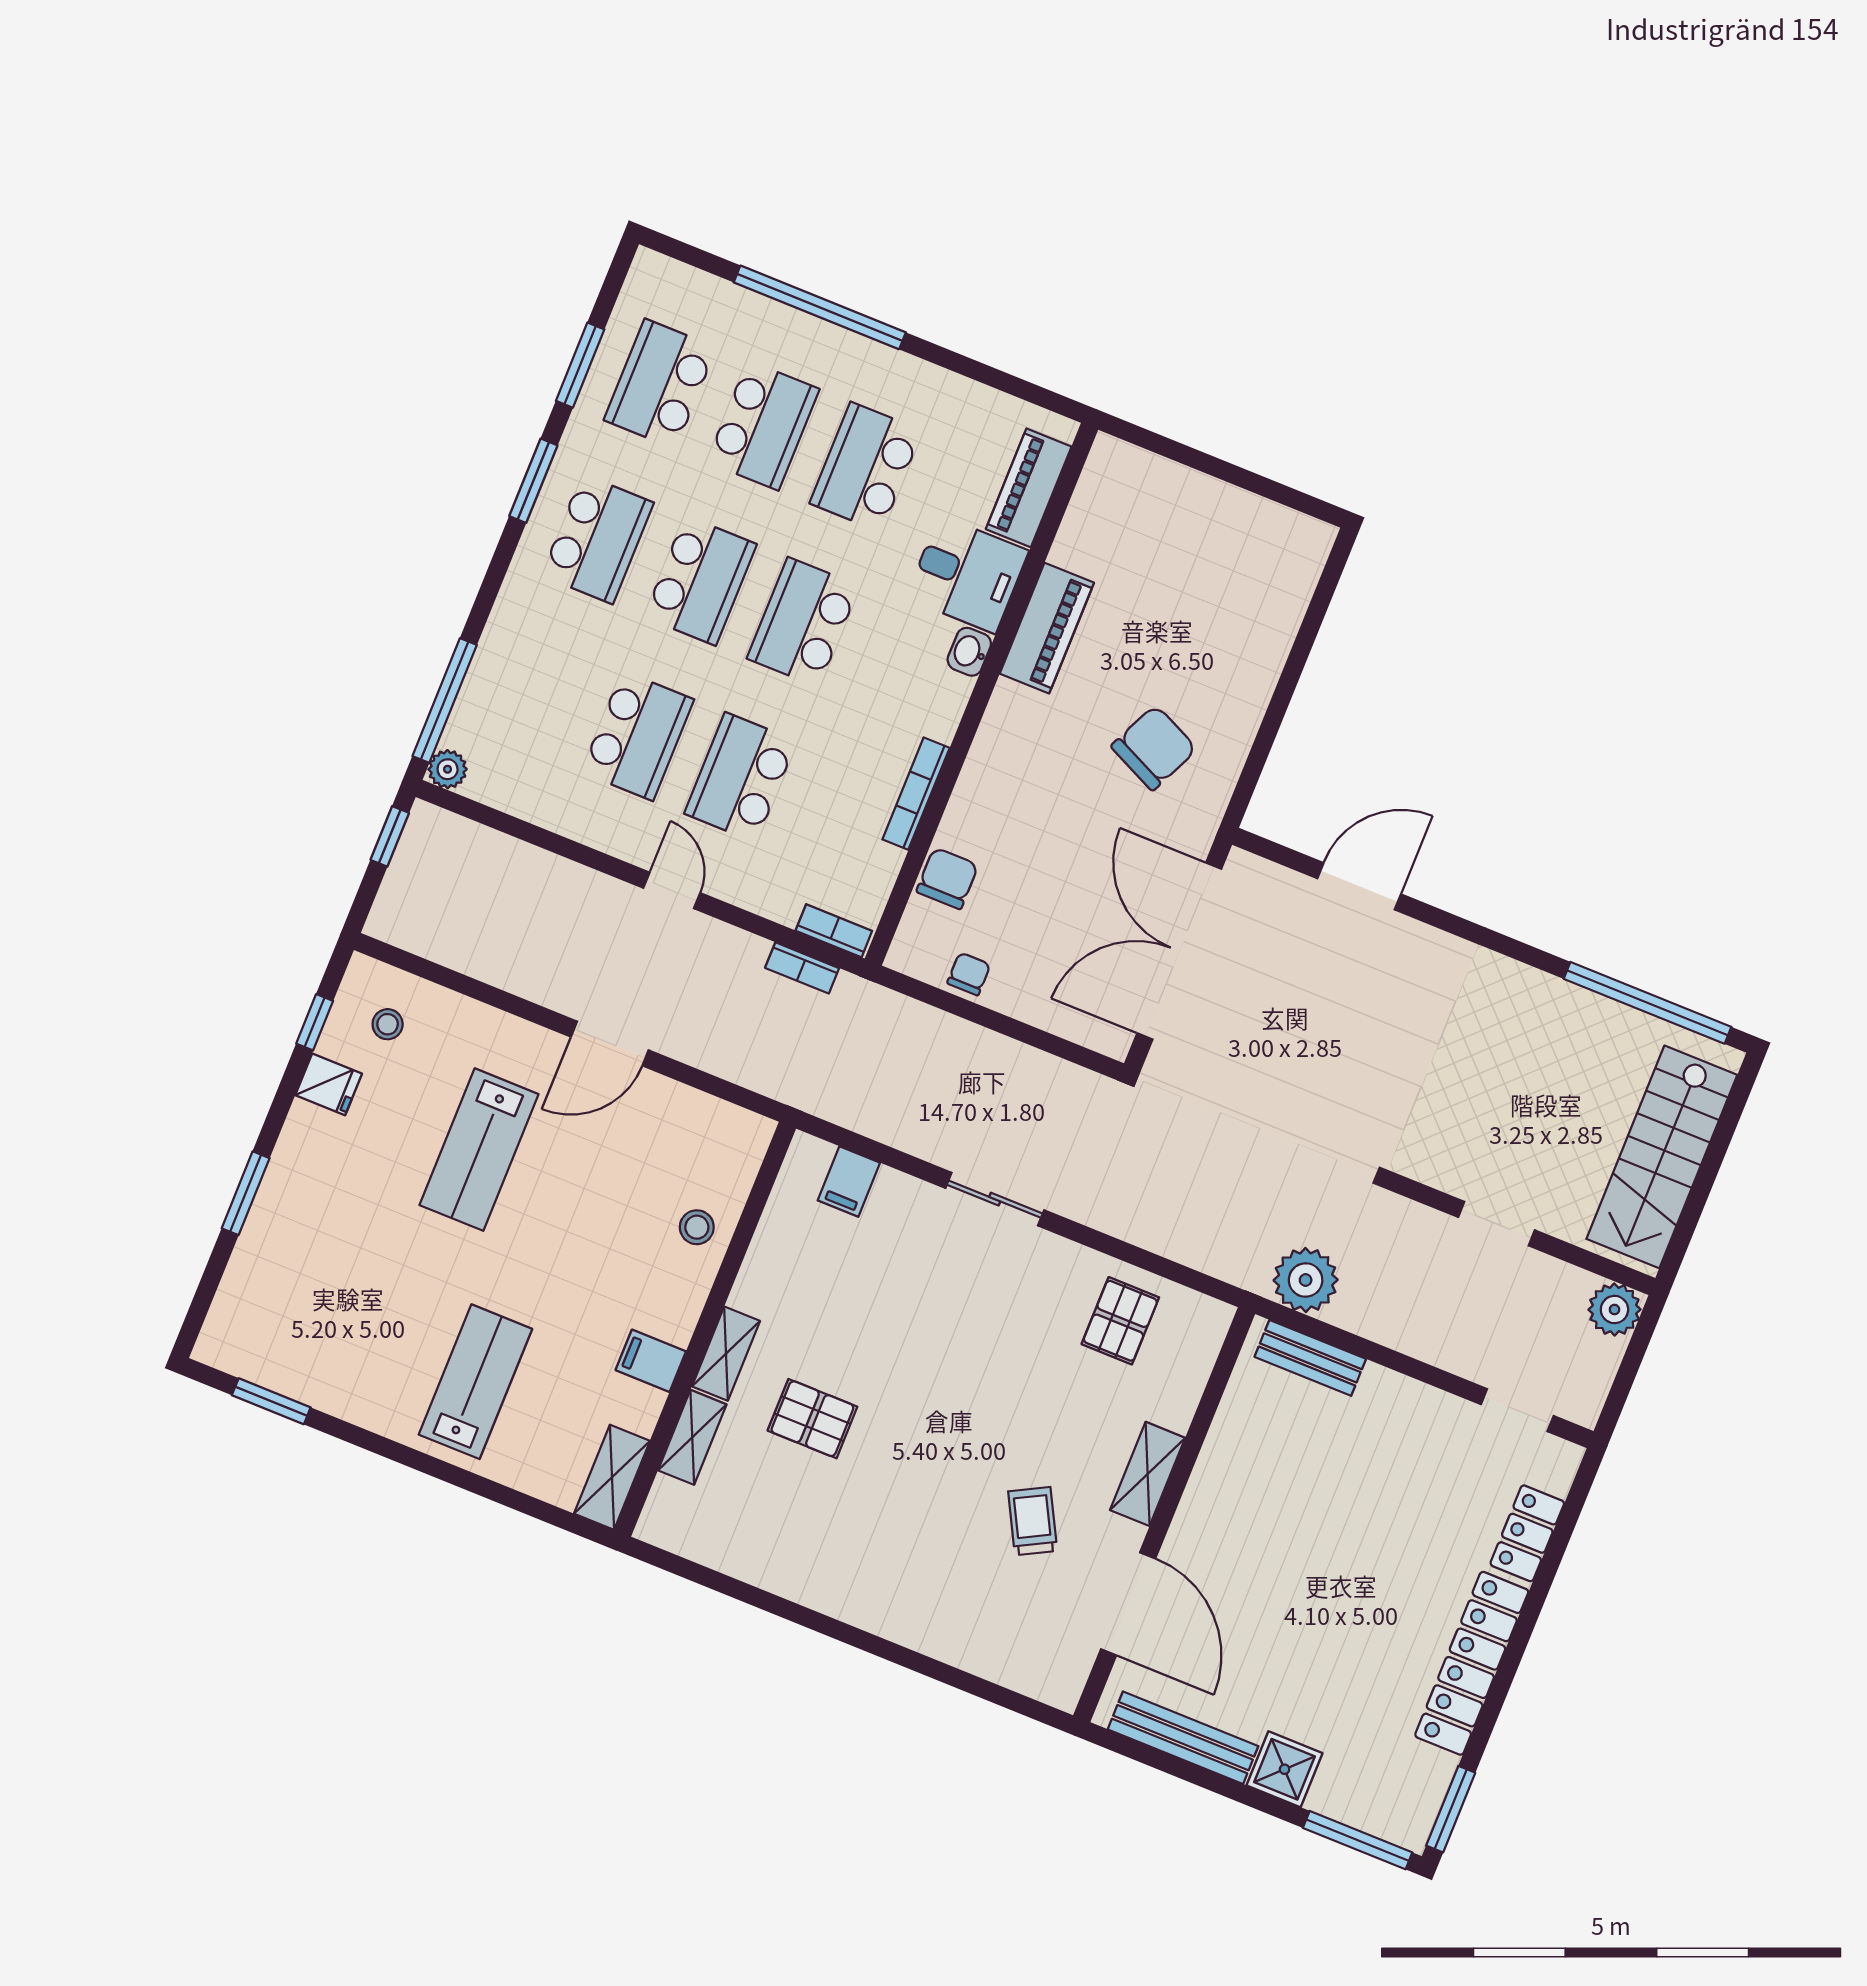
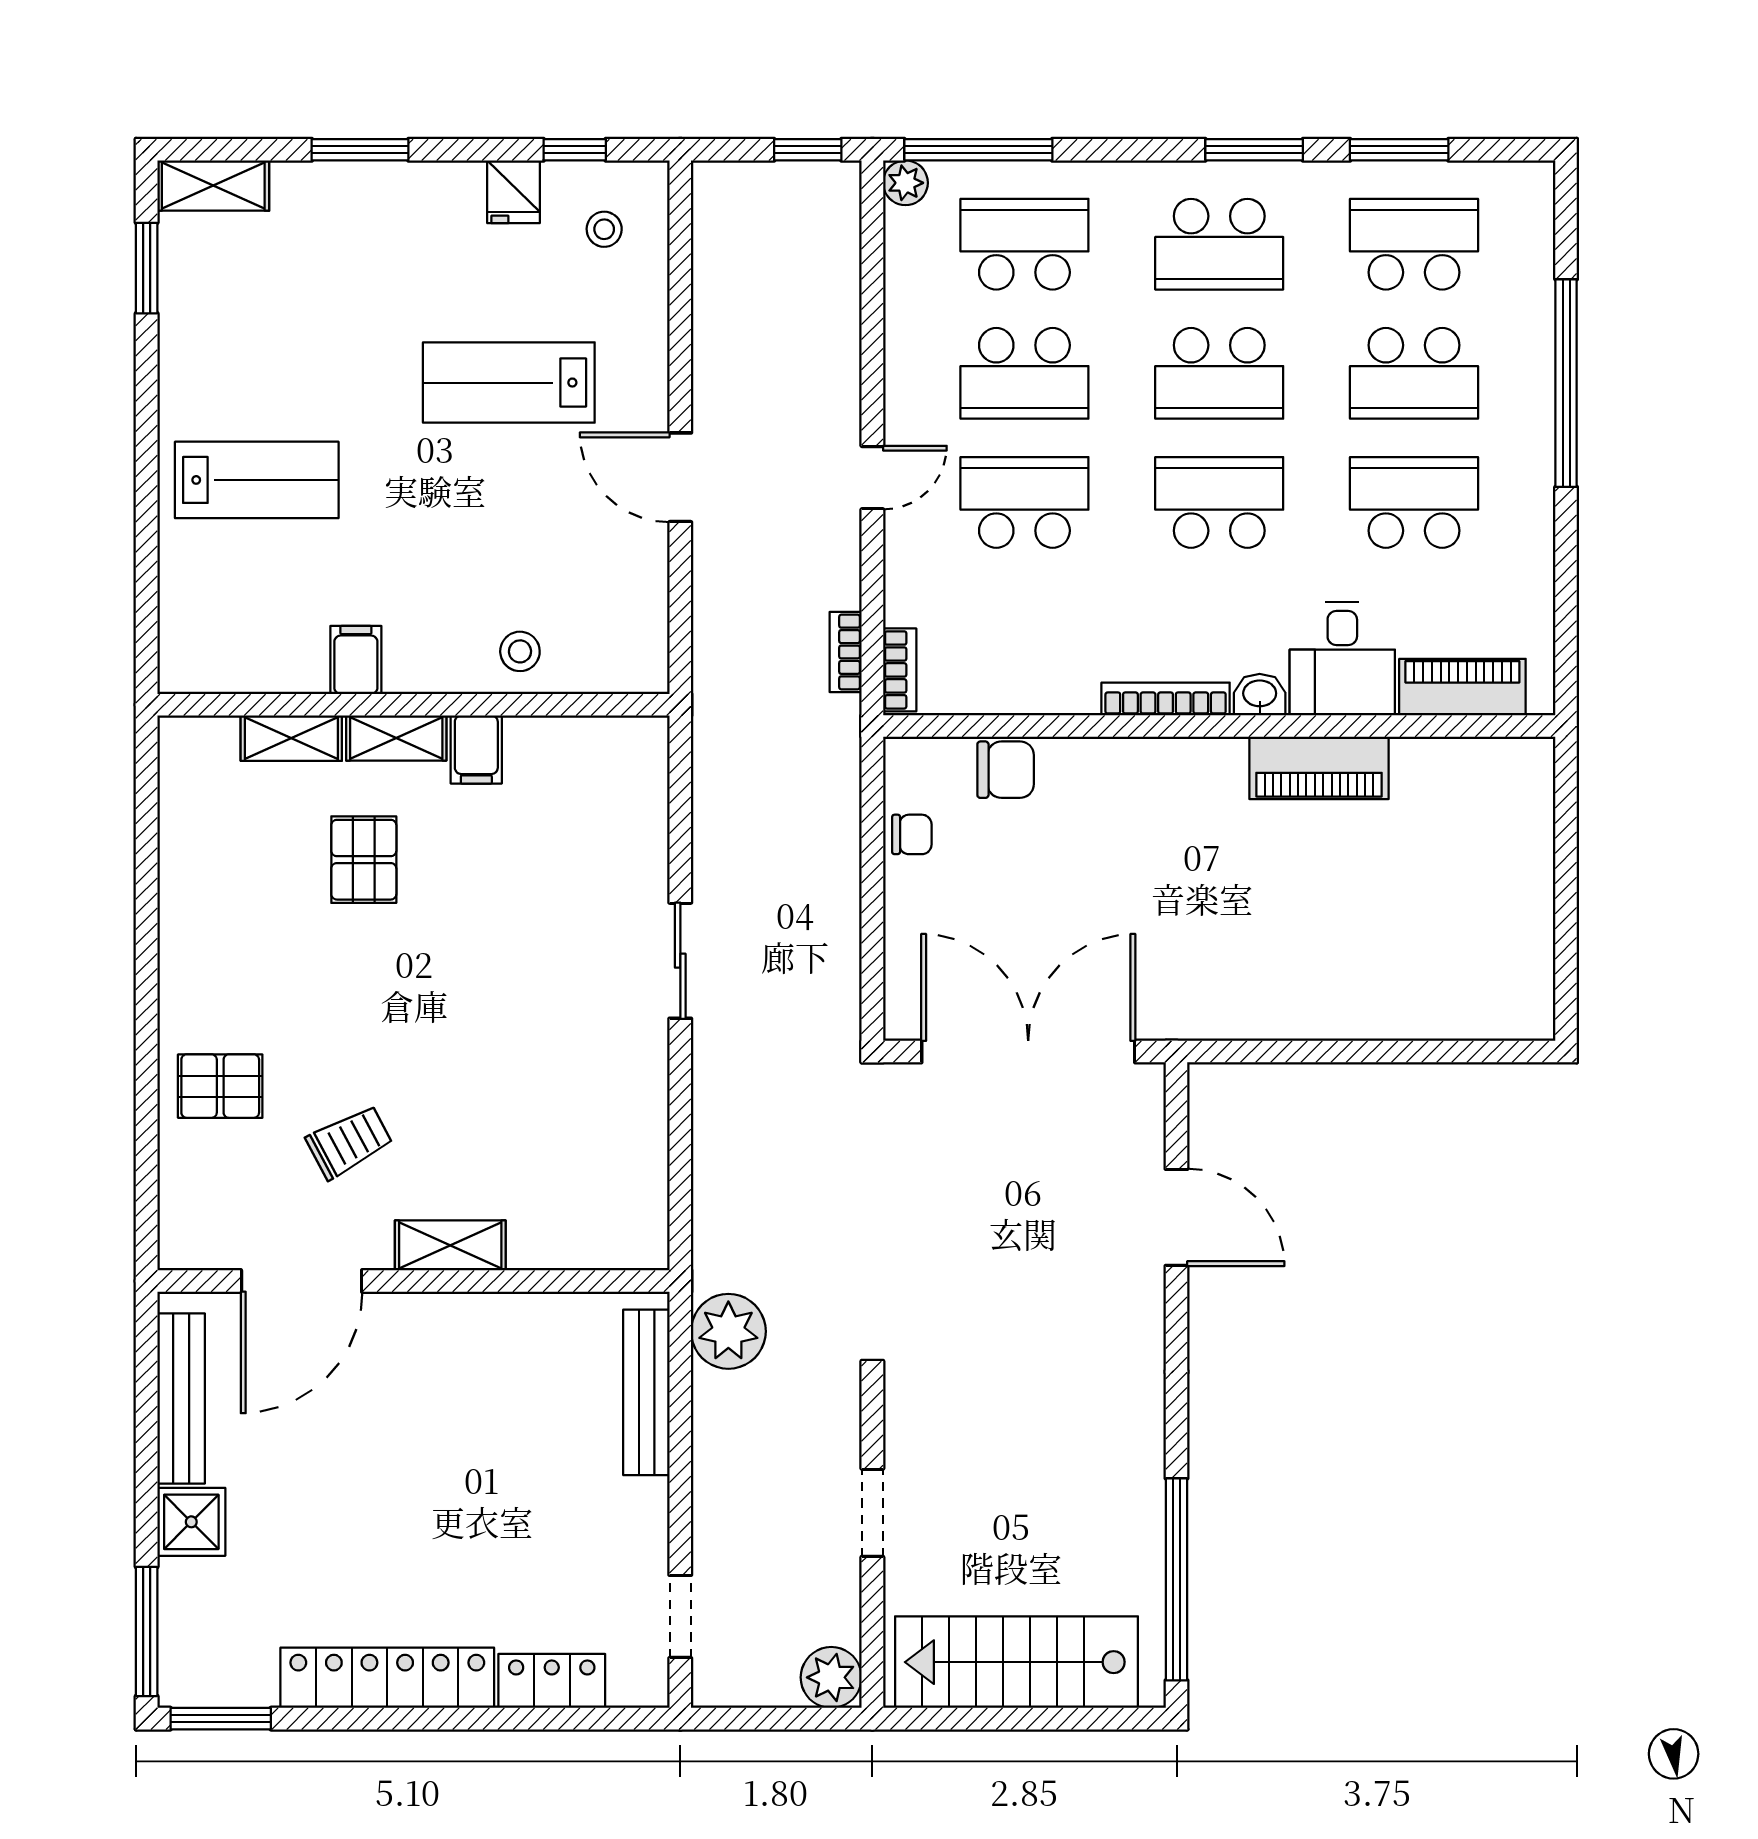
school desk: (535, 694) -> (1024, 244), added
chair: (1154, 748) -> (1237, 936), removed
bookcase: (916, 794) -> (1166, 699), moved
filing cabinet: (849, 1182) -> (476, 749), moved, turned -90
pallet: (1120, 1321) -> (220, 1086), moved
bench: (1310, 1358) -> (646, 1392), width x1.36
shelving: (612, 1477) -> (213, 186), moved

